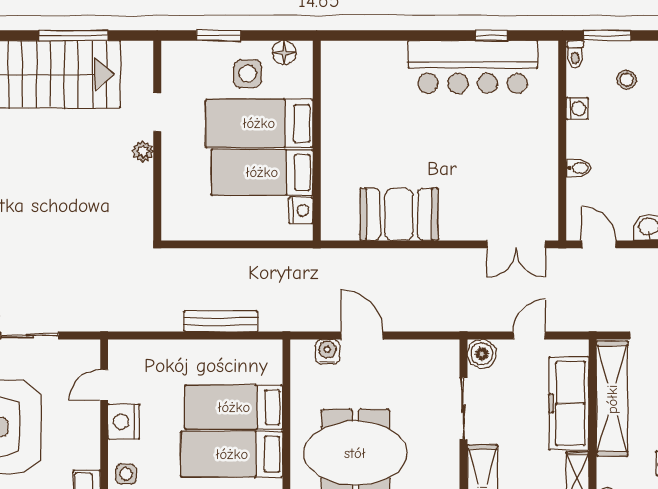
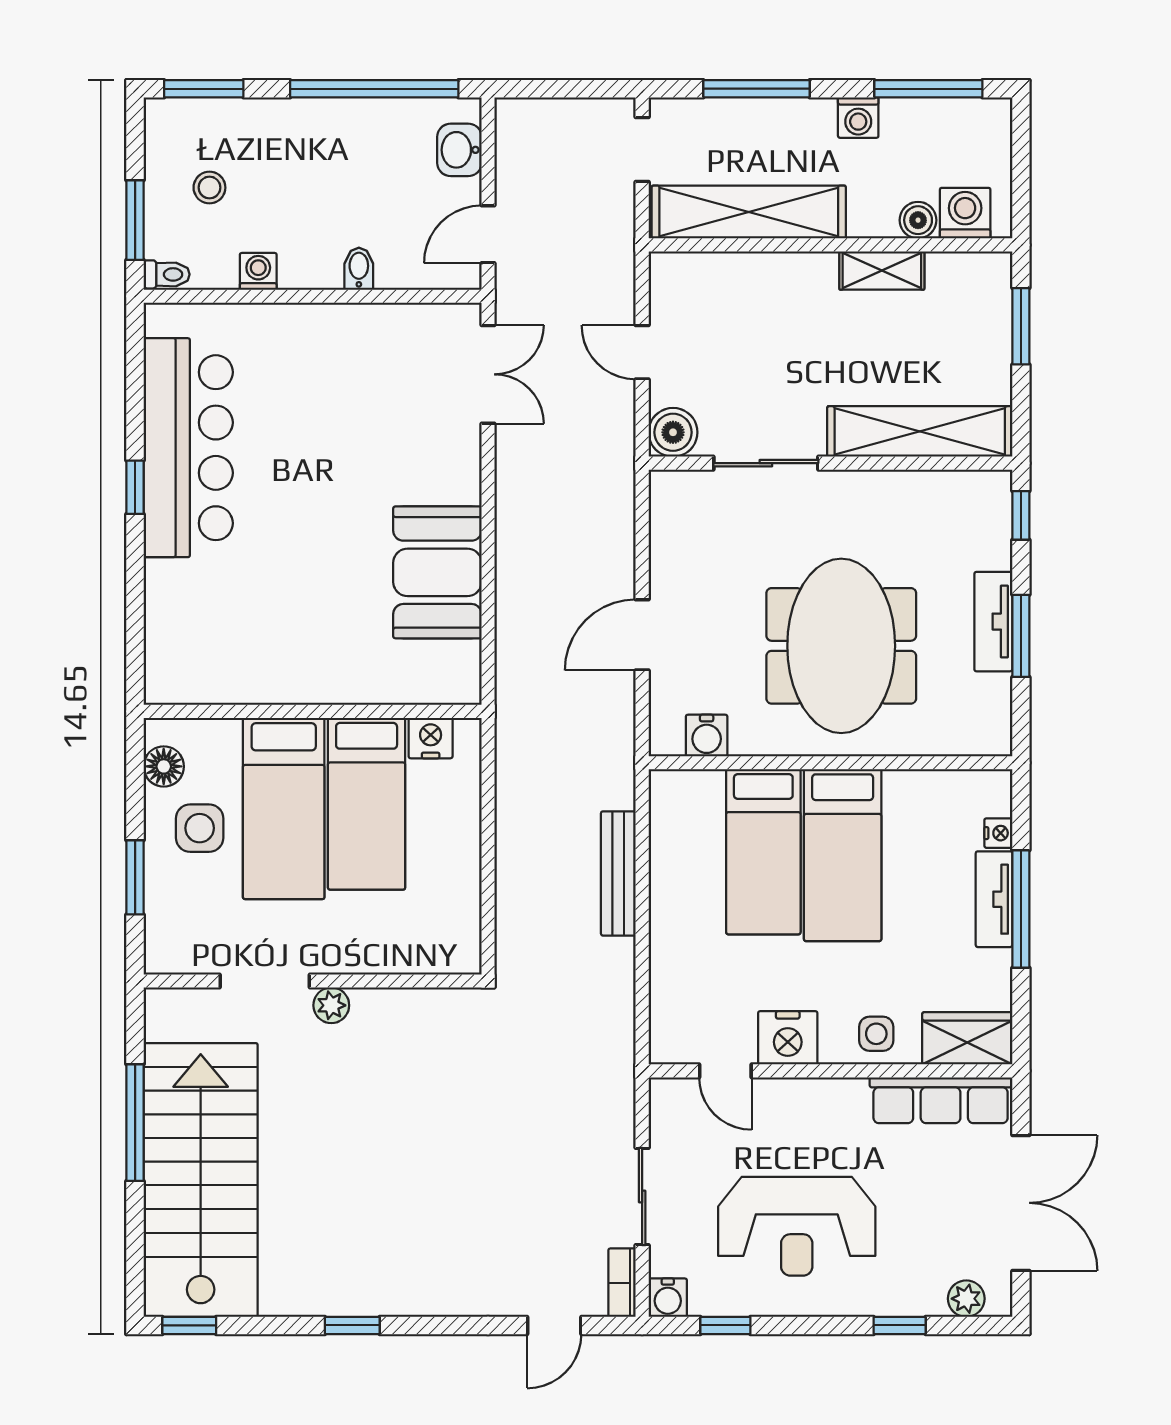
window: (492, 35) -> (135, 487), moved
doorway: (157, 112) -> (265, 981), width x1.38
water cooler: (327, 352) -> (707, 736), moved, turned -90
freezer: (569, 403) -> (757, 285), removed

